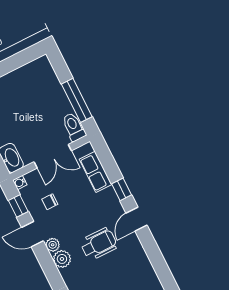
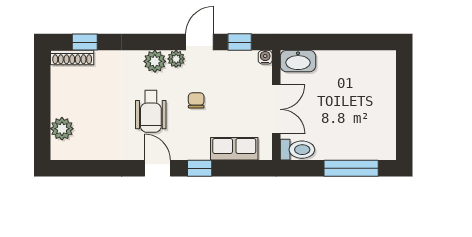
window: (77, 100) -> (351, 168), moved
double door: (53, 156) -> (276, 109), swing flipped
chair: (50, 202) -> (196, 100), moved

